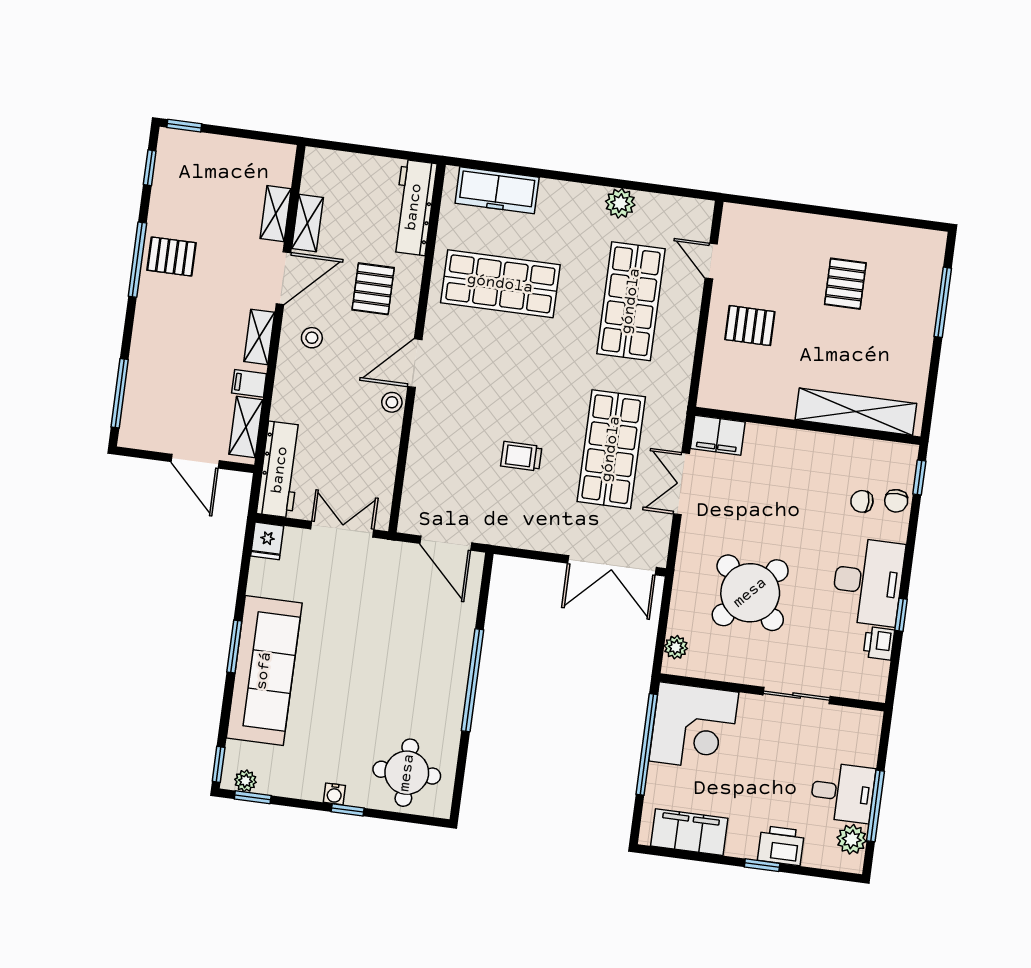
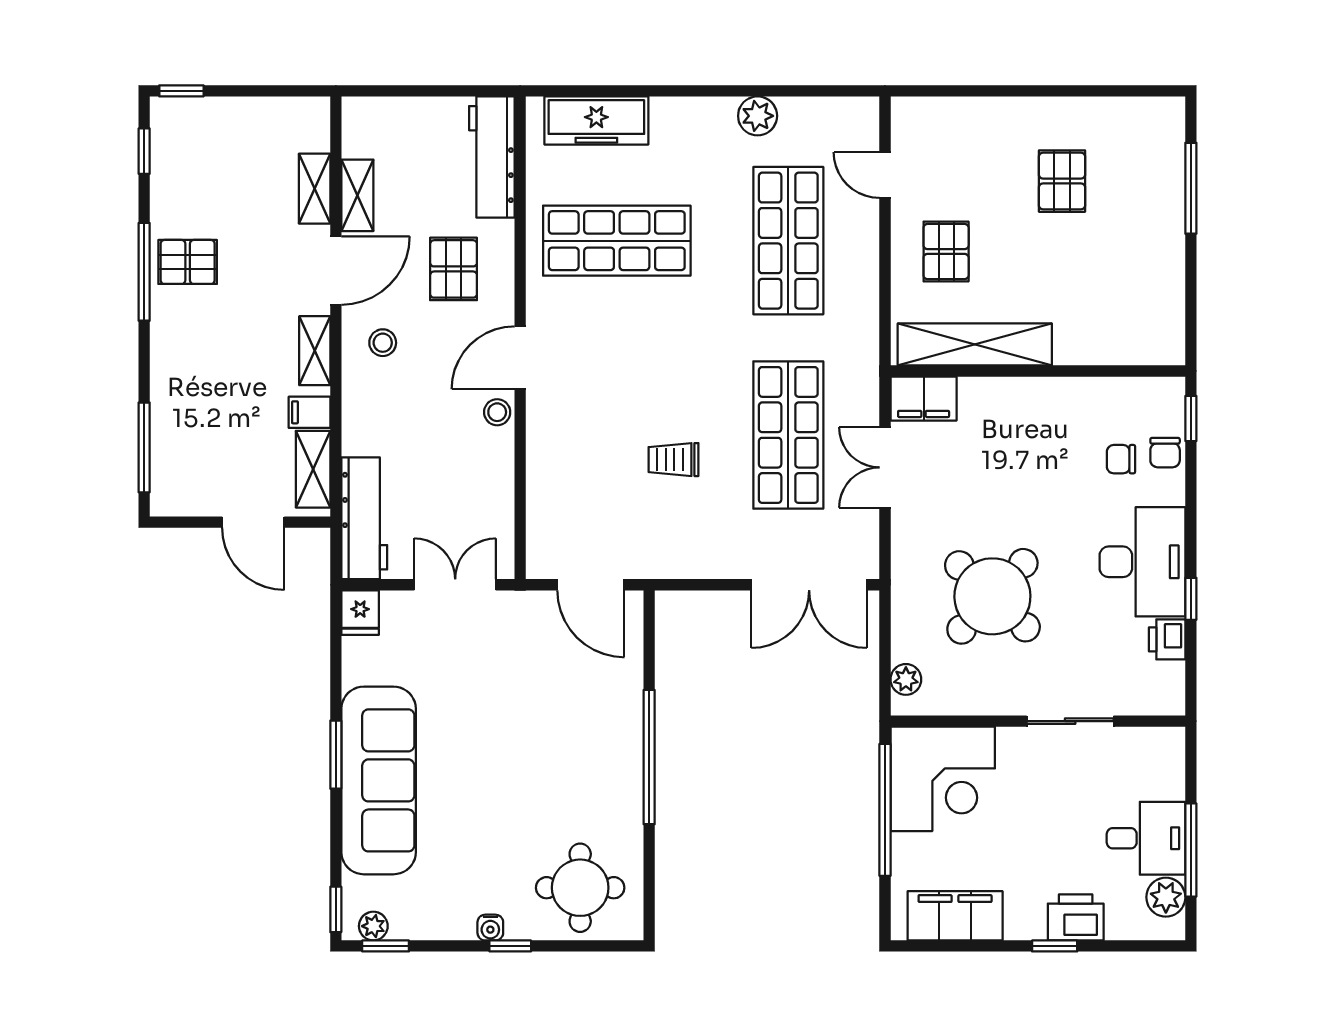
pallet: (750, 326) -> (946, 252), turned 90
shelving: (856, 412) -> (975, 344), moved

